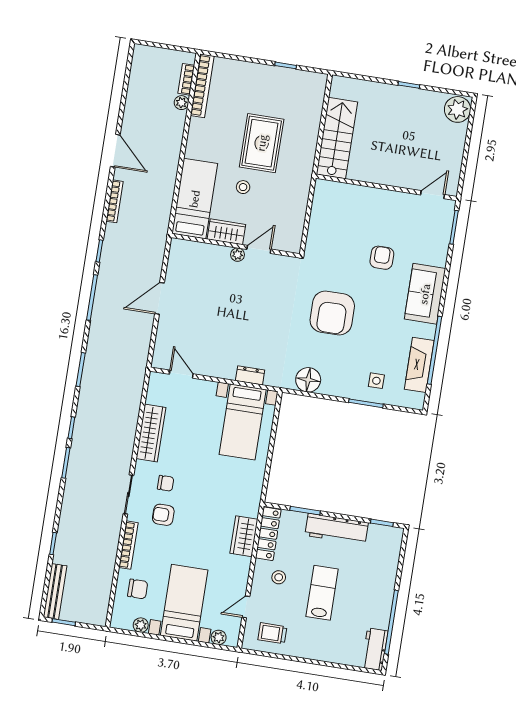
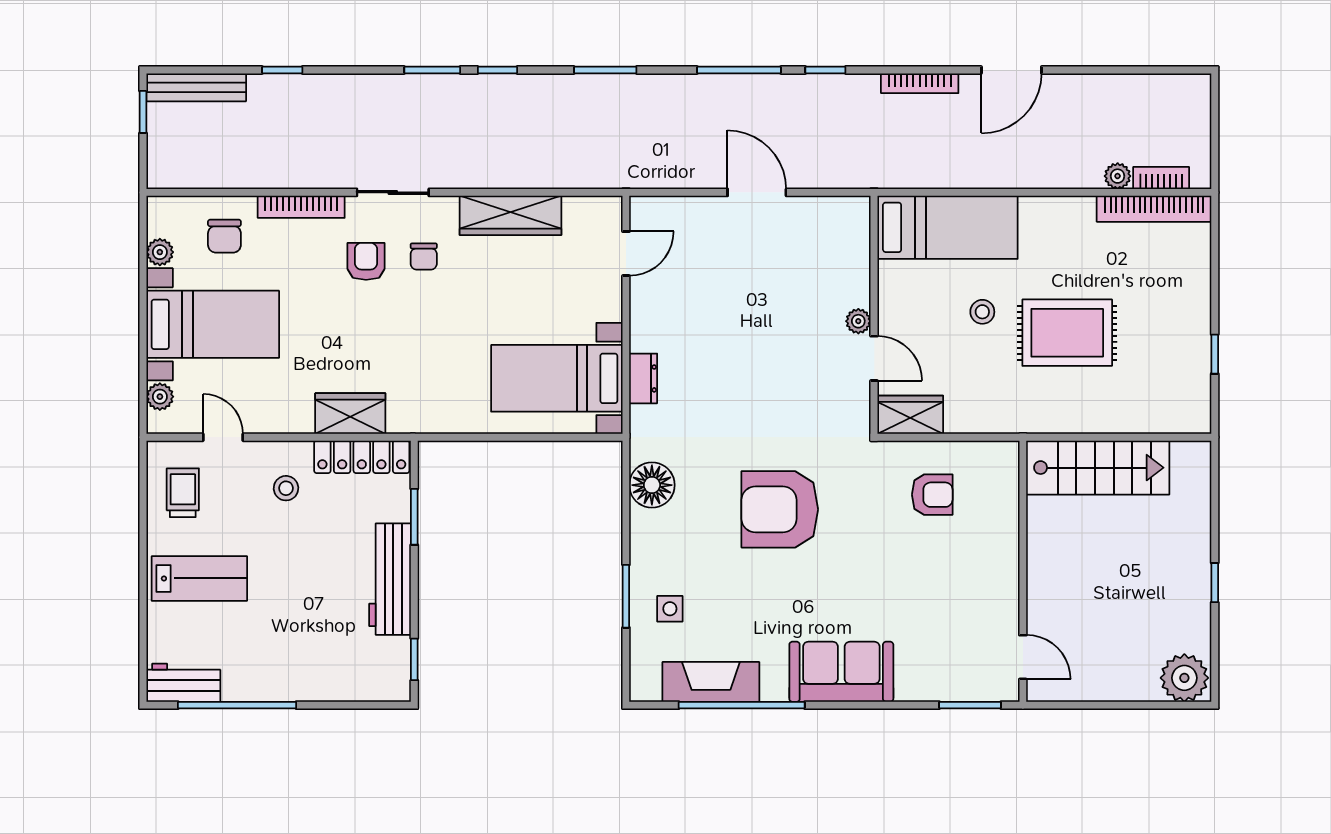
wardrobe: (226, 232) -> (910, 415), moved, turned -90
armchair: (382, 258) -> (932, 495), moved
lab bench: (322, 593) -> (199, 578), moved

